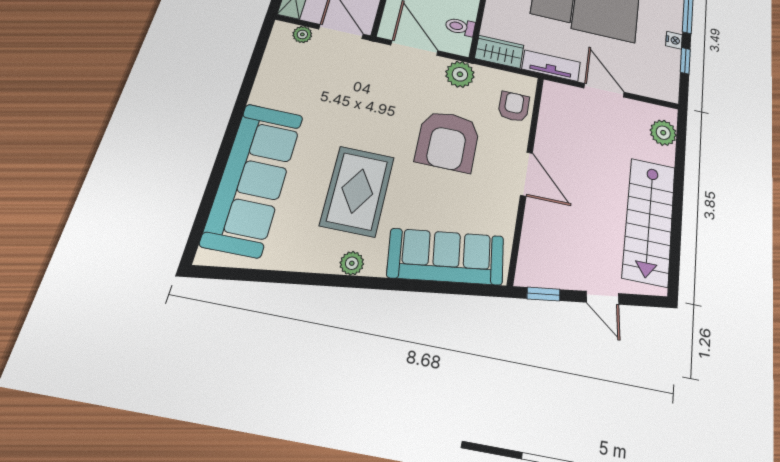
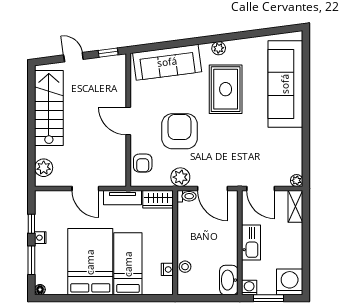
toilet: (460, 27) -> (187, 196), moved
plant: (302, 34) -> (297, 180), moved

